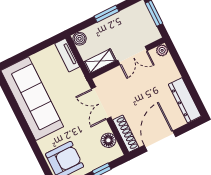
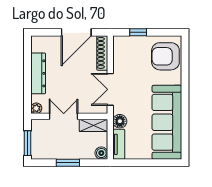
dresser: (185, 100) -> (38, 73), moved
double door: (101, 103) -> (110, 89), swing flipped
floor lamp: (108, 140) -> (120, 121), moved

